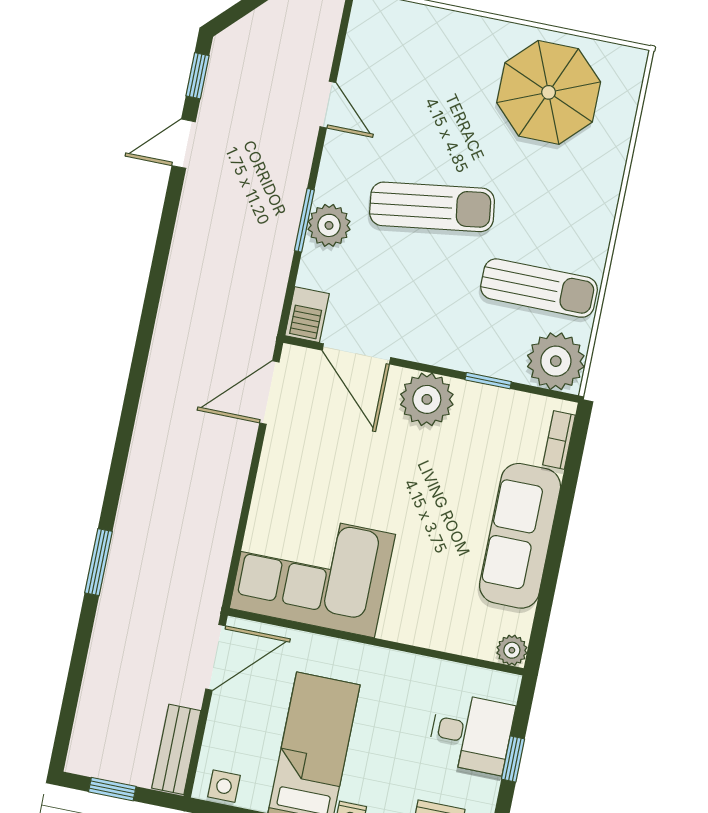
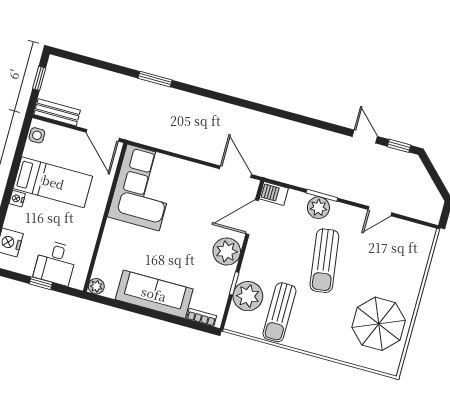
plant: (556, 361) -> (248, 296), moved

